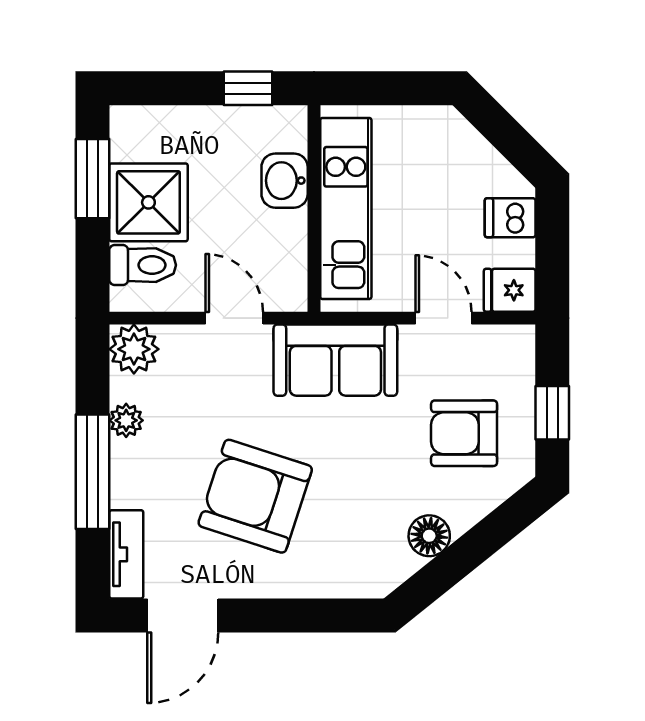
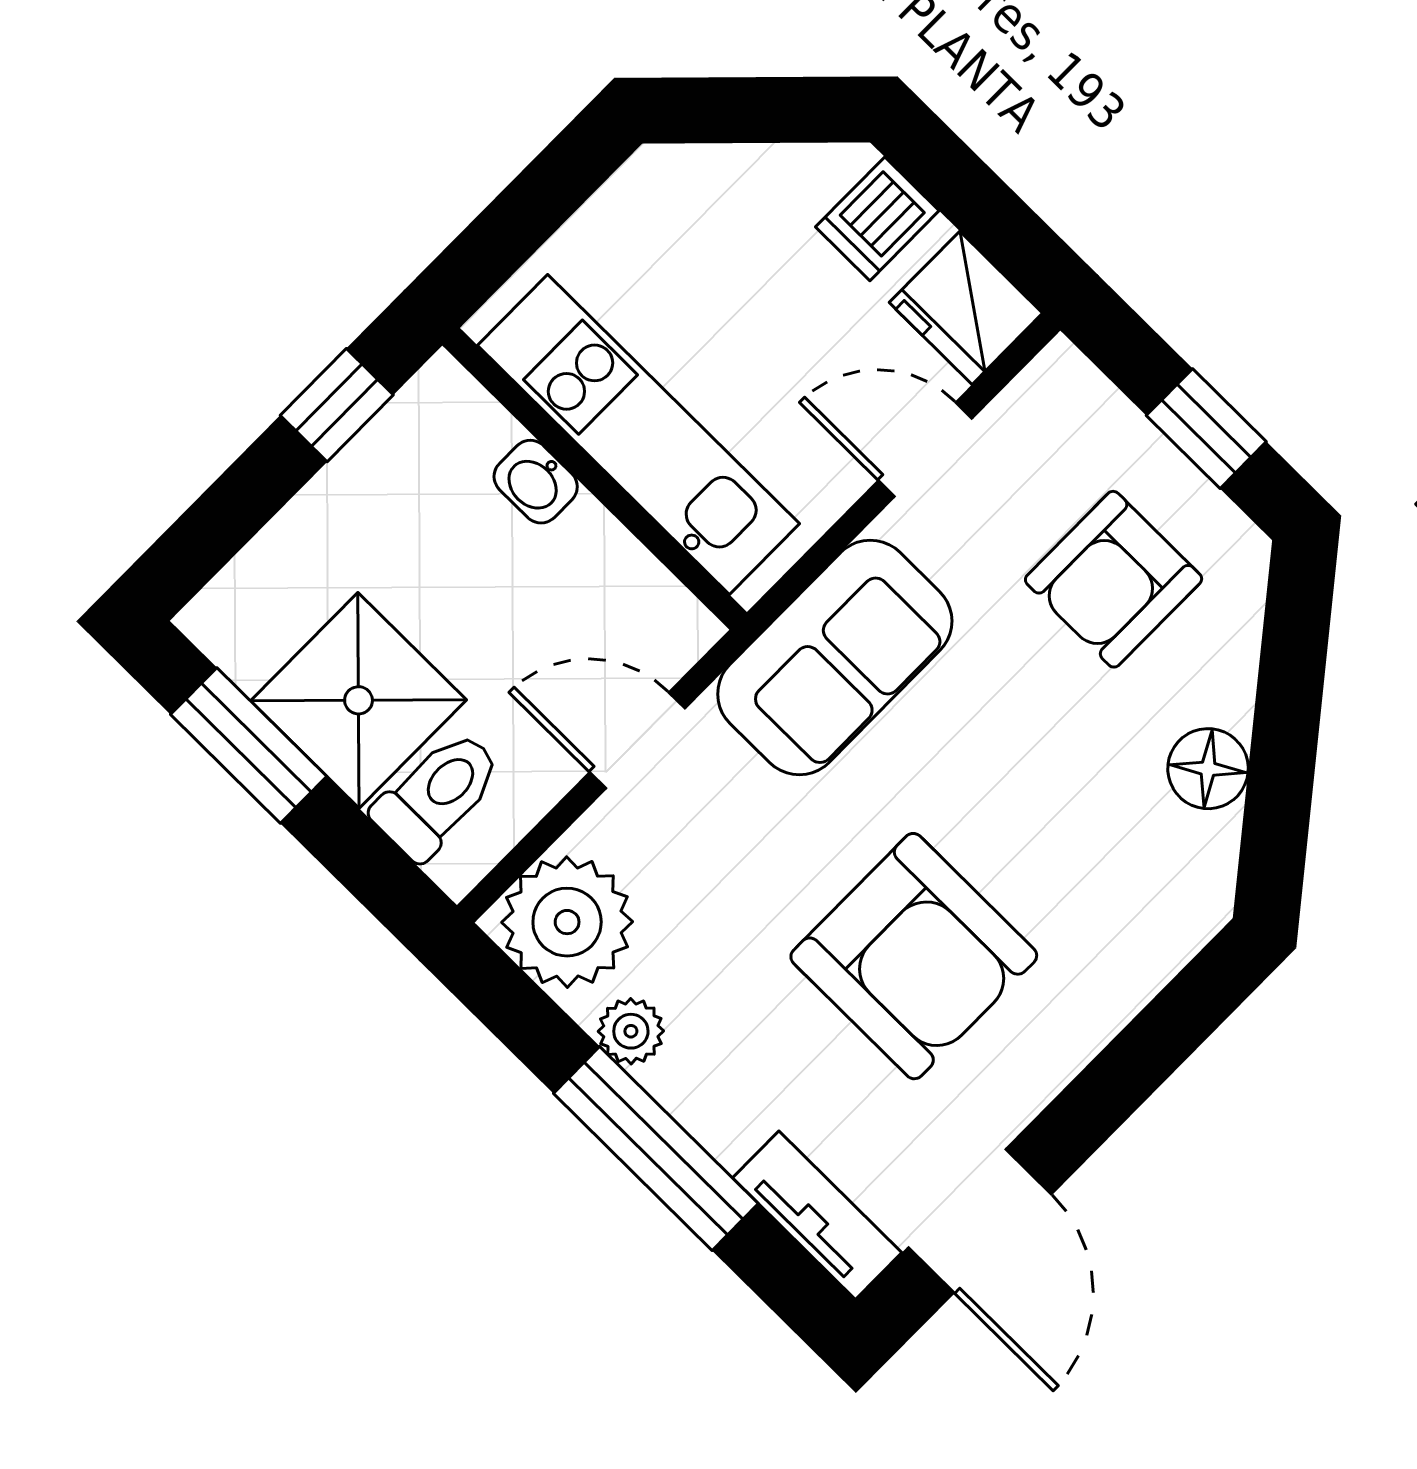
washbasin: (285, 181) -> (536, 482), width x0.72, depth x0.69
fridge: (510, 290) -> (966, 308), width x1.38
plant: (134, 349) -> (567, 922), width x1.36, depth x1.36
armchair: (255, 496) -> (914, 956), turned -108

